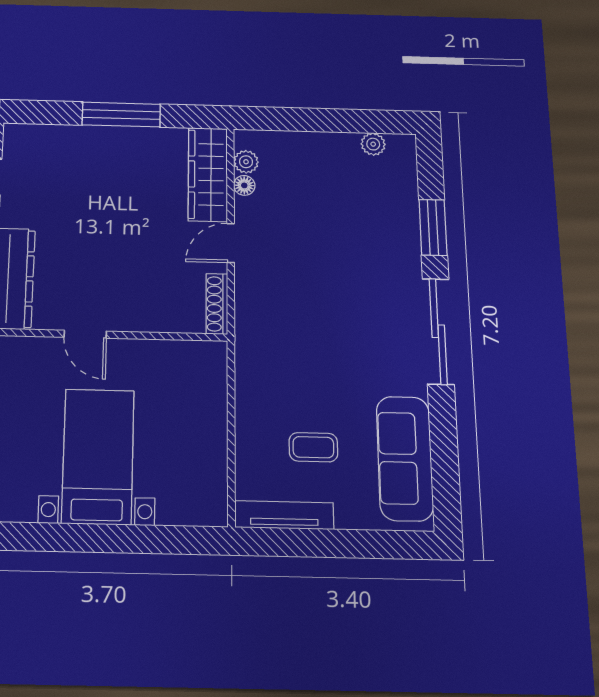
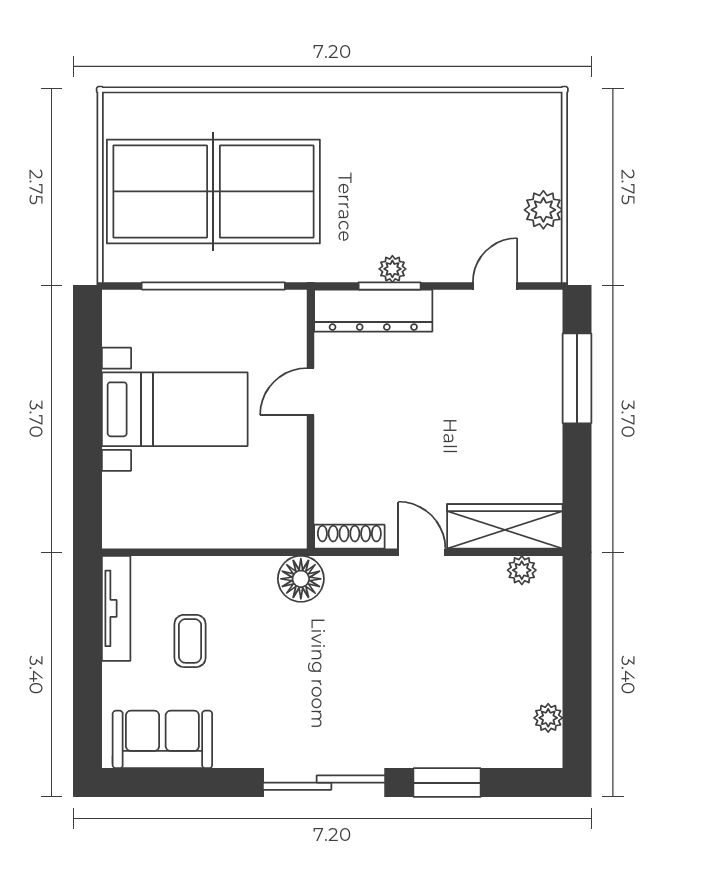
window: (121, 115) -> (577, 378), moved
floor lamp: (244, 185) -> (301, 579), moved, width x1.89, depth x1.89
sofa: (405, 458) -> (162, 739), width x0.73

